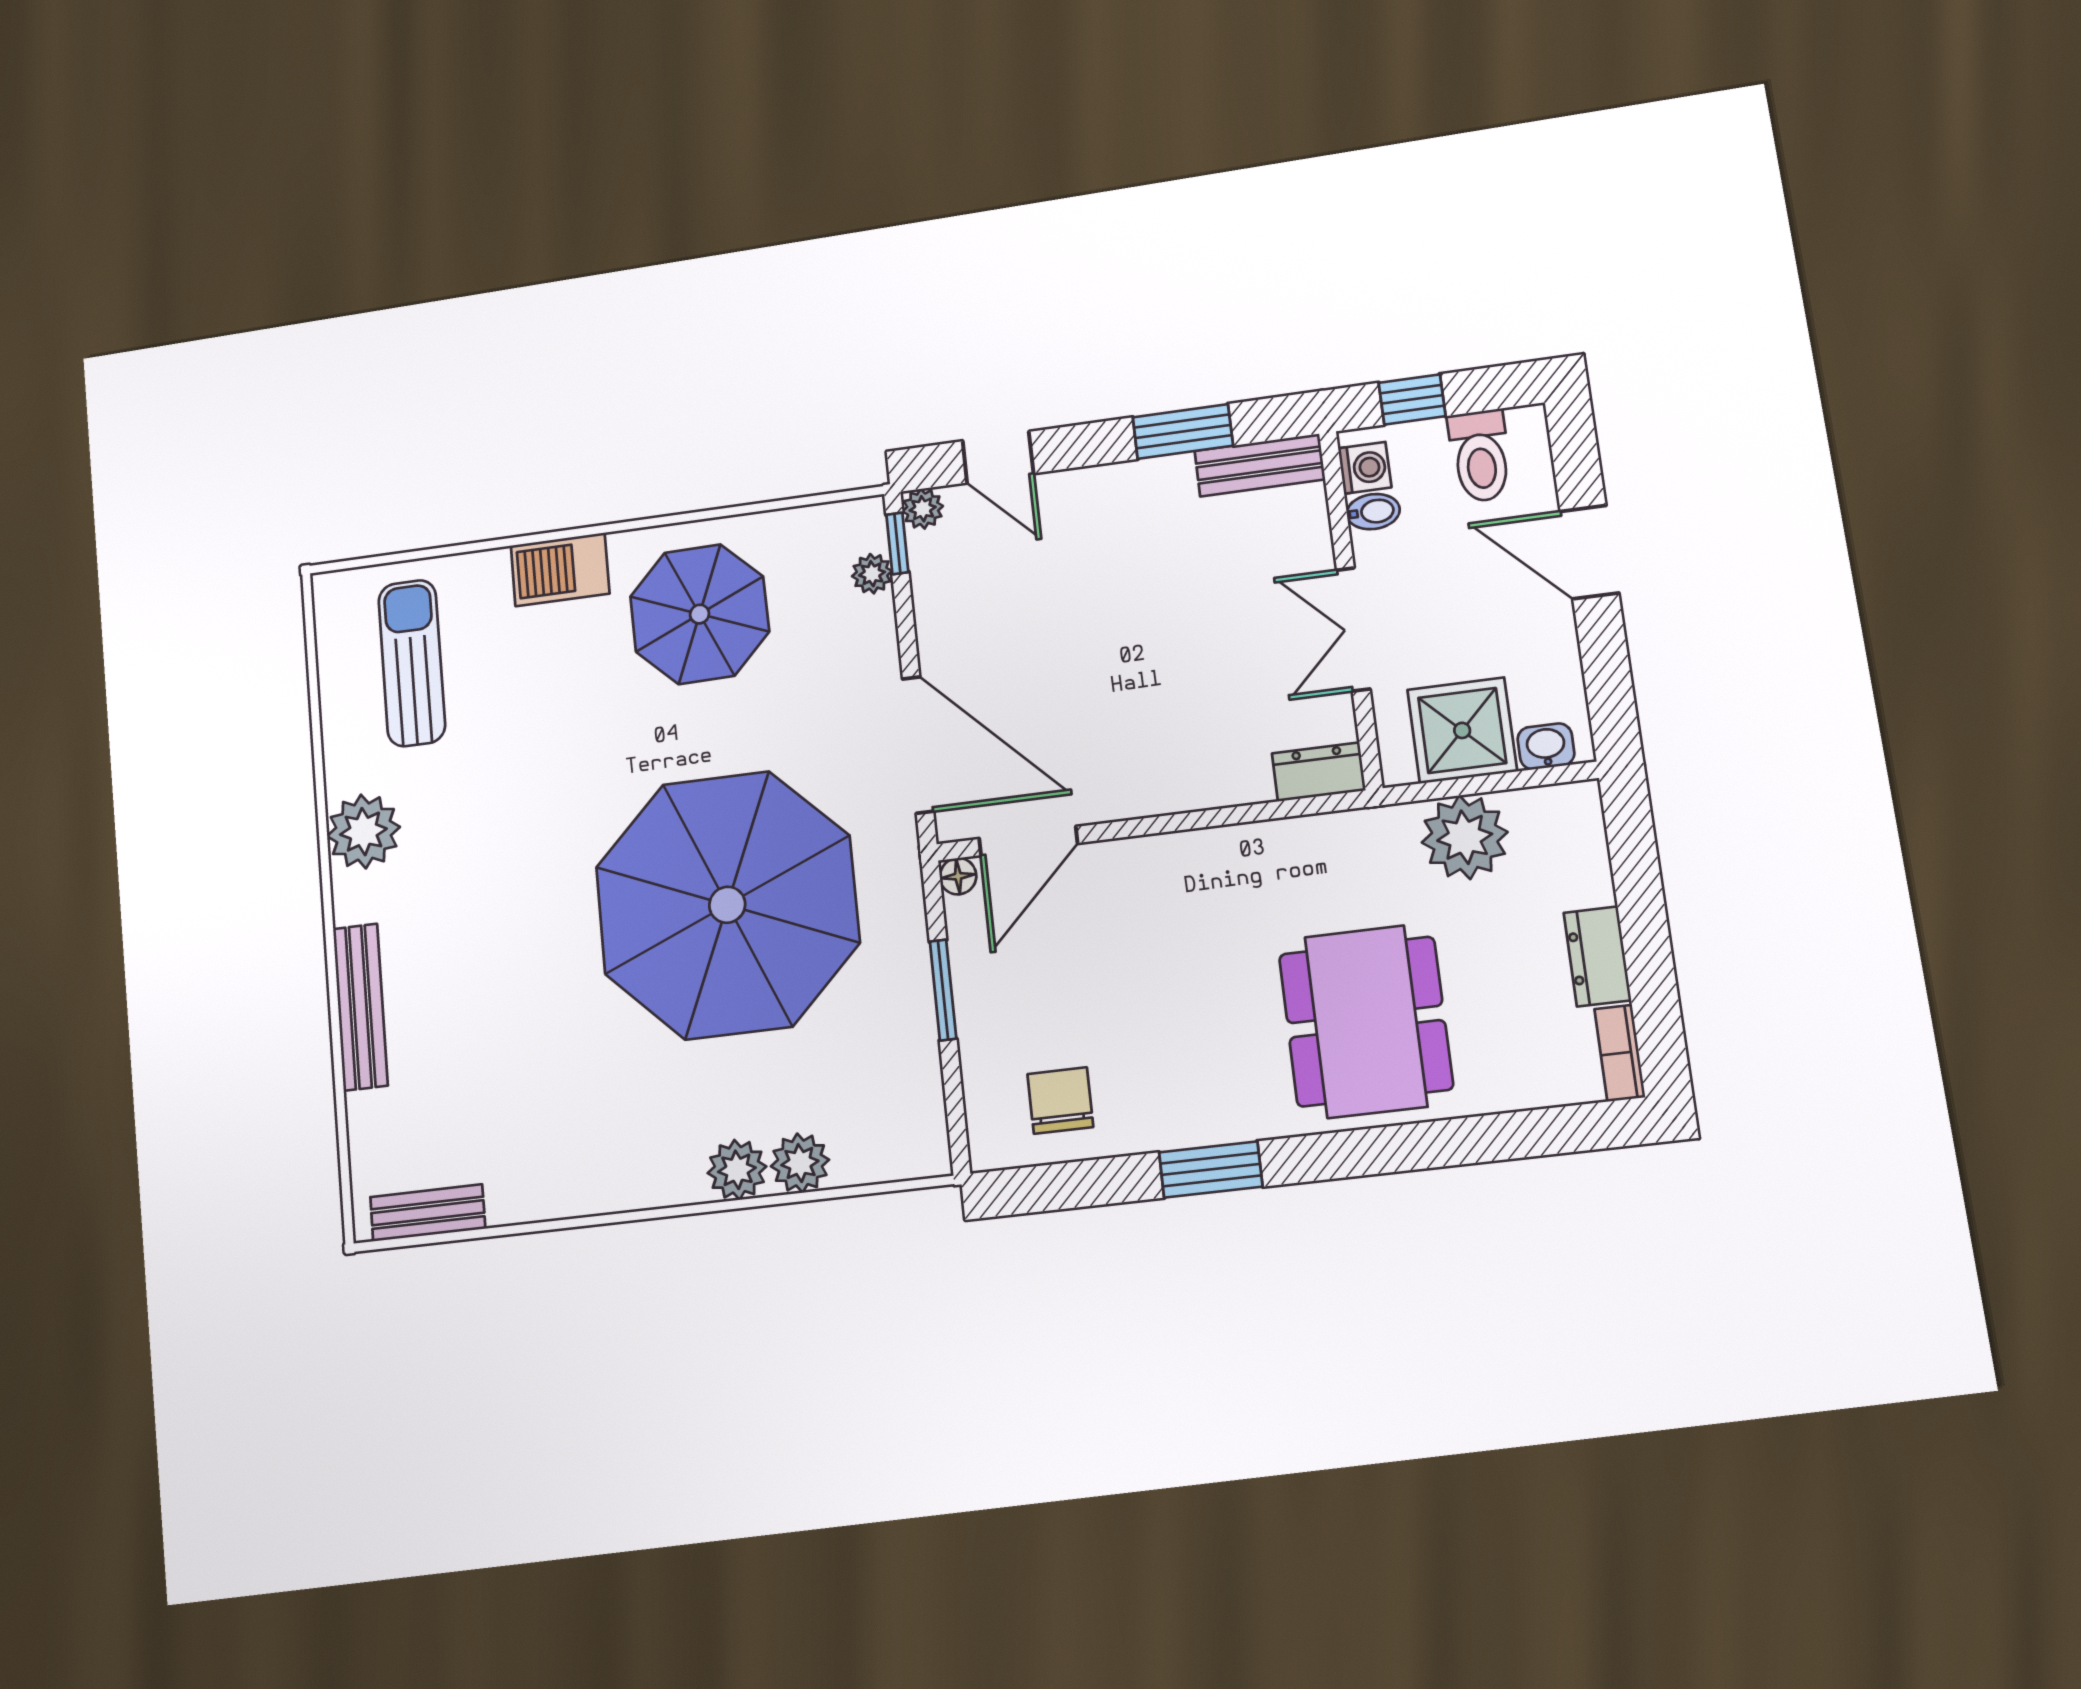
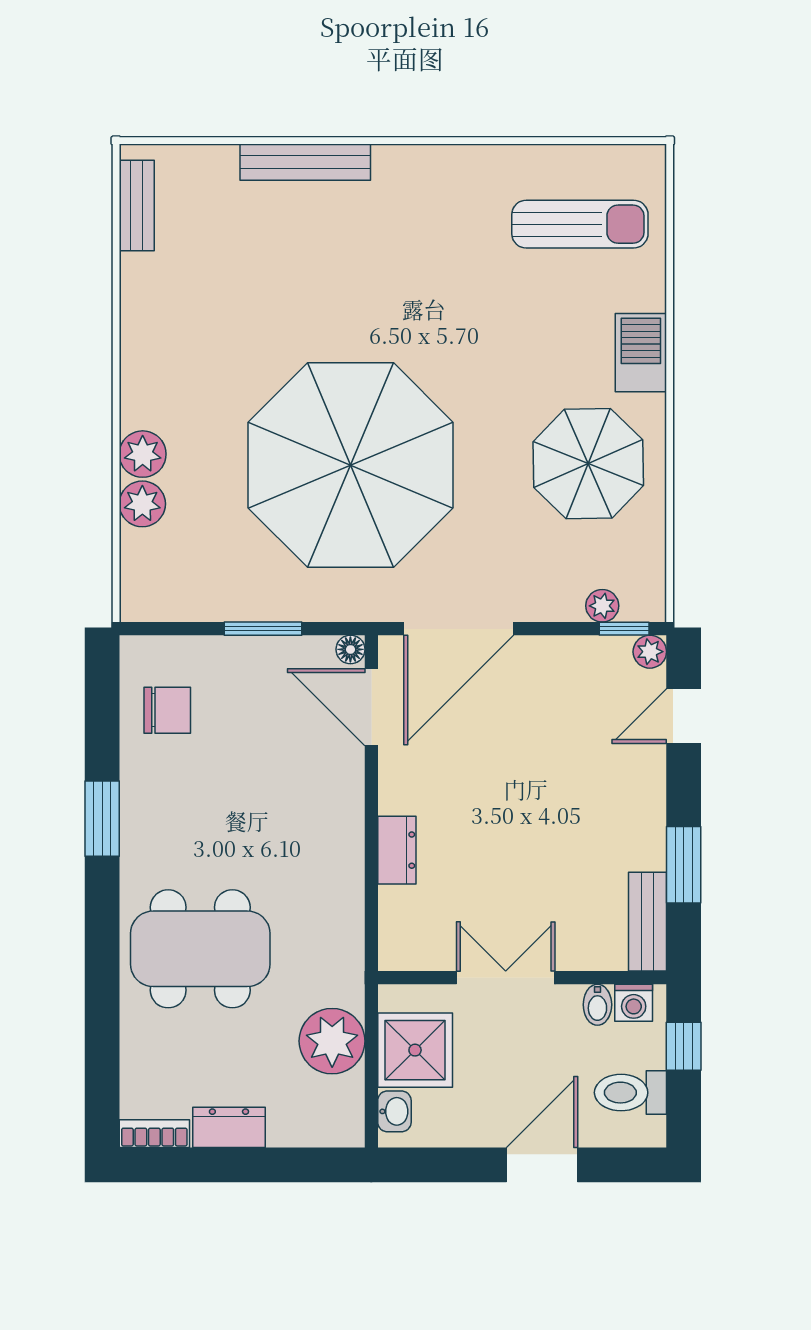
dresser: (1319, 772) -> (397, 850), moved
plant: (363, 832) -> (446, 174), removed

